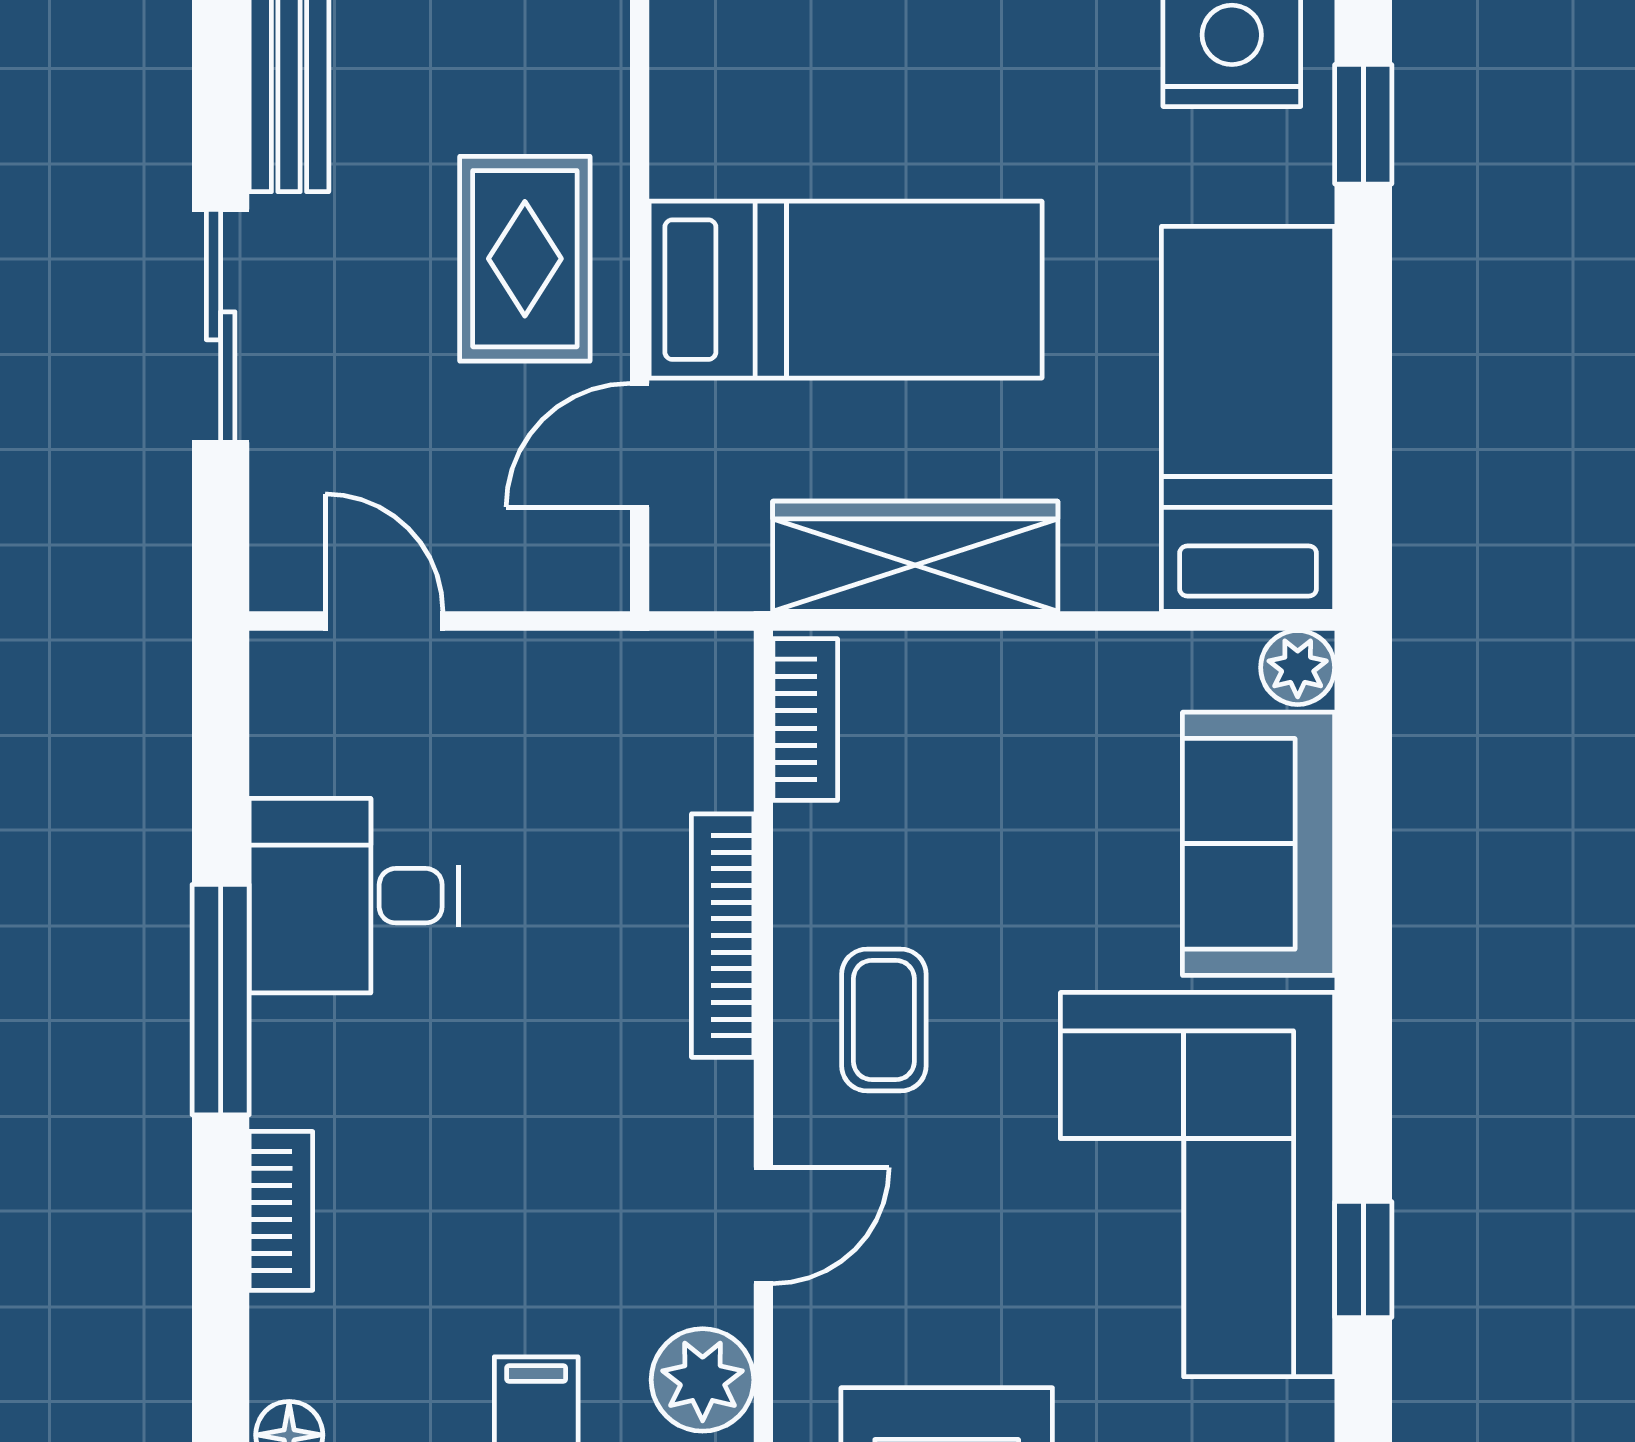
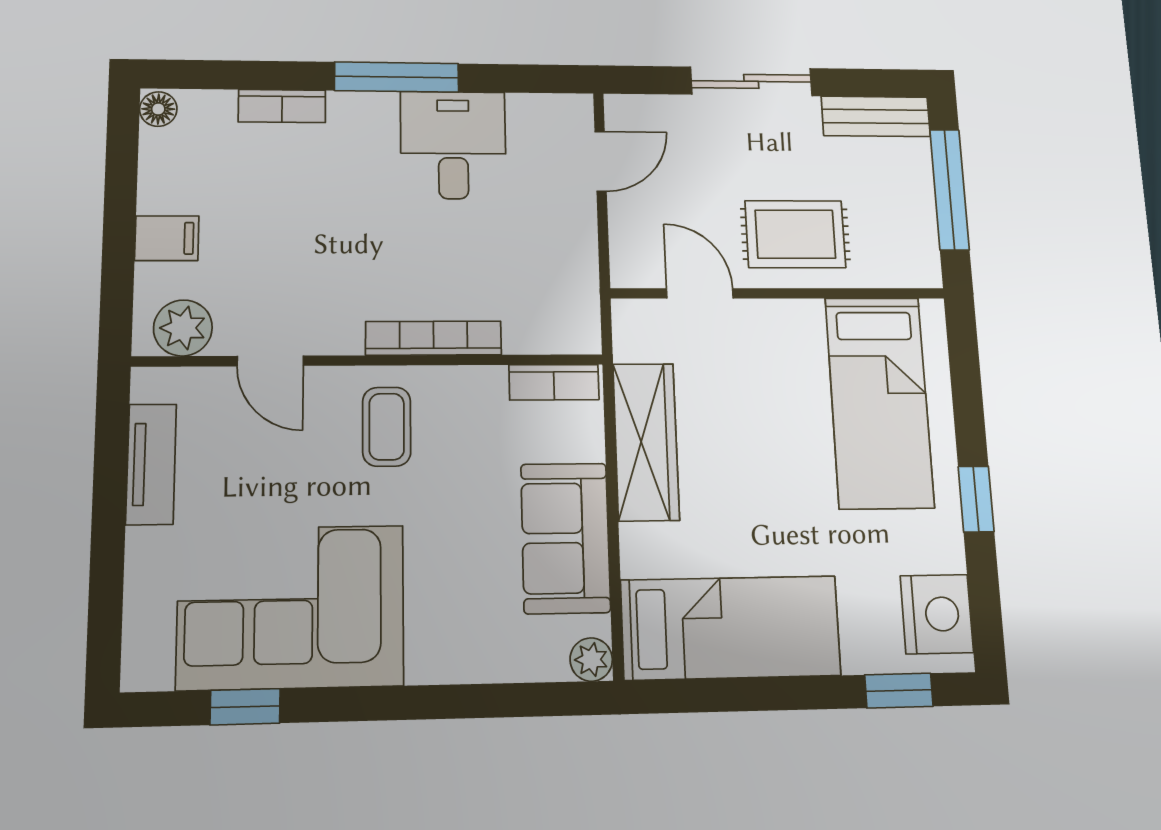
bed: (846, 290) -> (879, 402), moved
sofa: (1259, 844) -> (565, 538), moved, turned -90
coffee table: (884, 1020) -> (387, 427), turned 90

